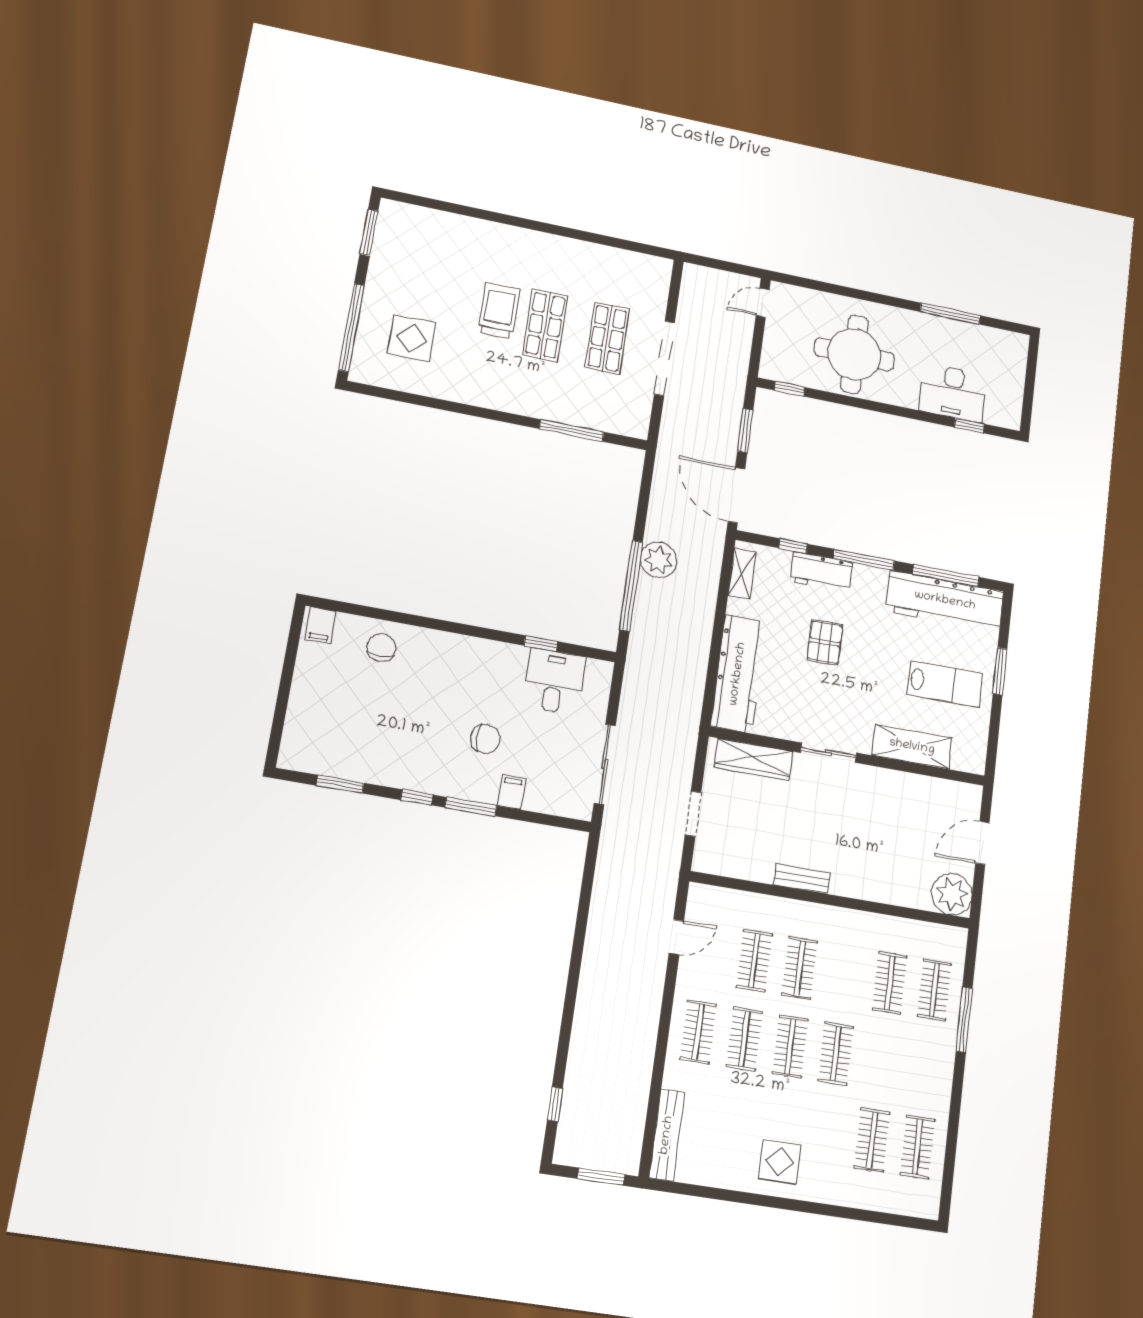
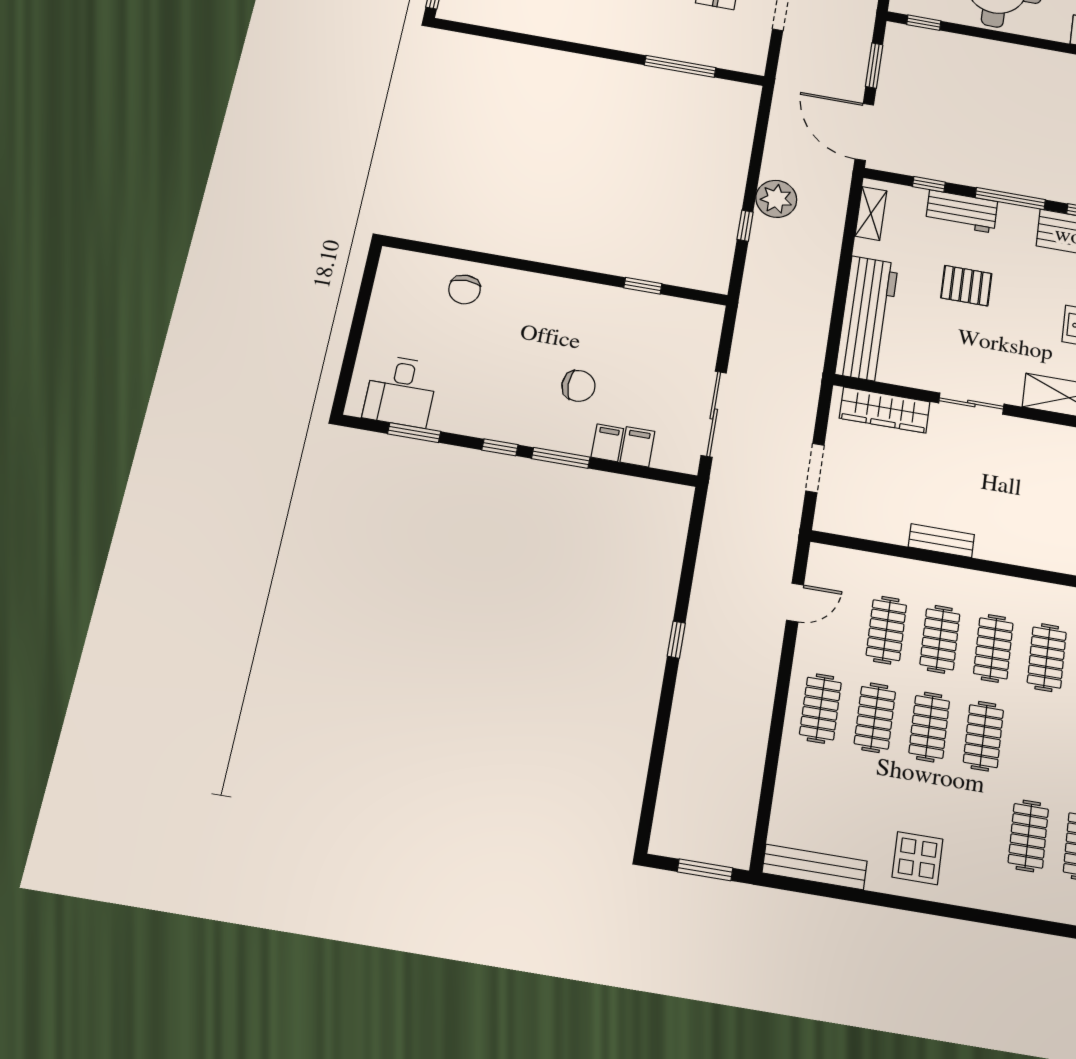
window: (631, 586) -> (745, 226), width x0.32
filing cabinet: (320, 625) -> (637, 447), moved, turned 180
pallet: (825, 642) -> (966, 286), turned 90
chair: (381, 648) -> (464, 289), turned 180
desk: (554, 681) -> (401, 391), moved, turned 180
clothes rail: (845, 975) -> (993, 648), added
window: (555, 1104) -> (676, 640), moved
bench: (667, 1135) -> (815, 867), moved, turned 90

